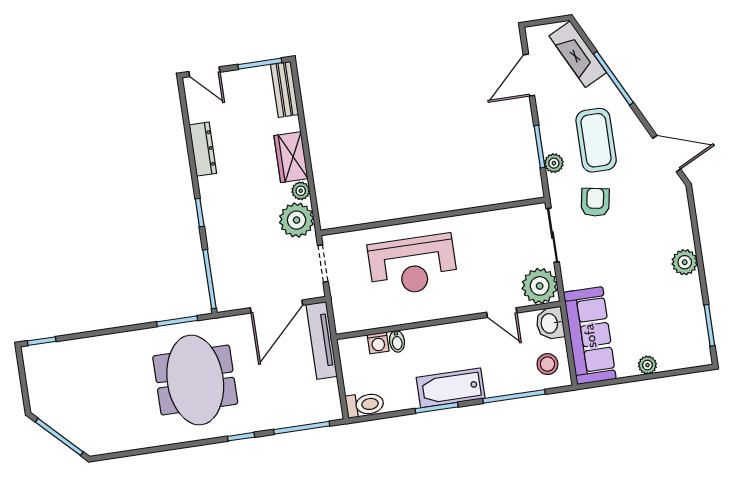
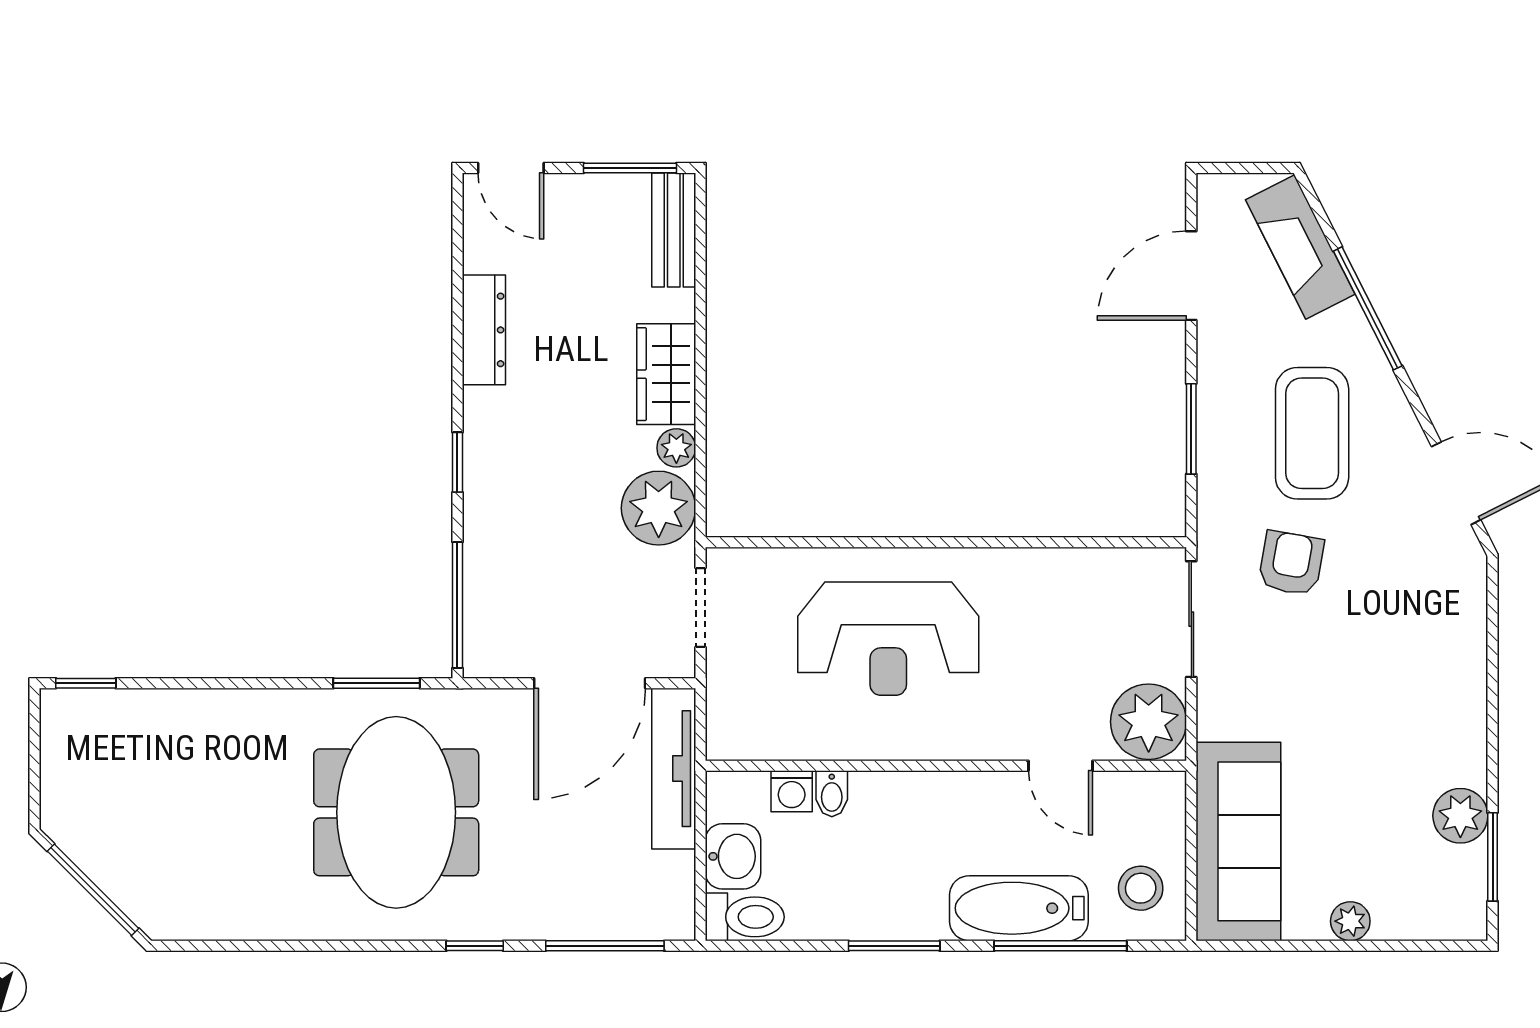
plant: (554, 163) -> (1216, 468), removed
plant: (685, 262) -> (1460, 816), moved
washbasin: (550, 323) -> (733, 856), moved, turned 180
bathtub: (451, 388) -> (1019, 908), moved

